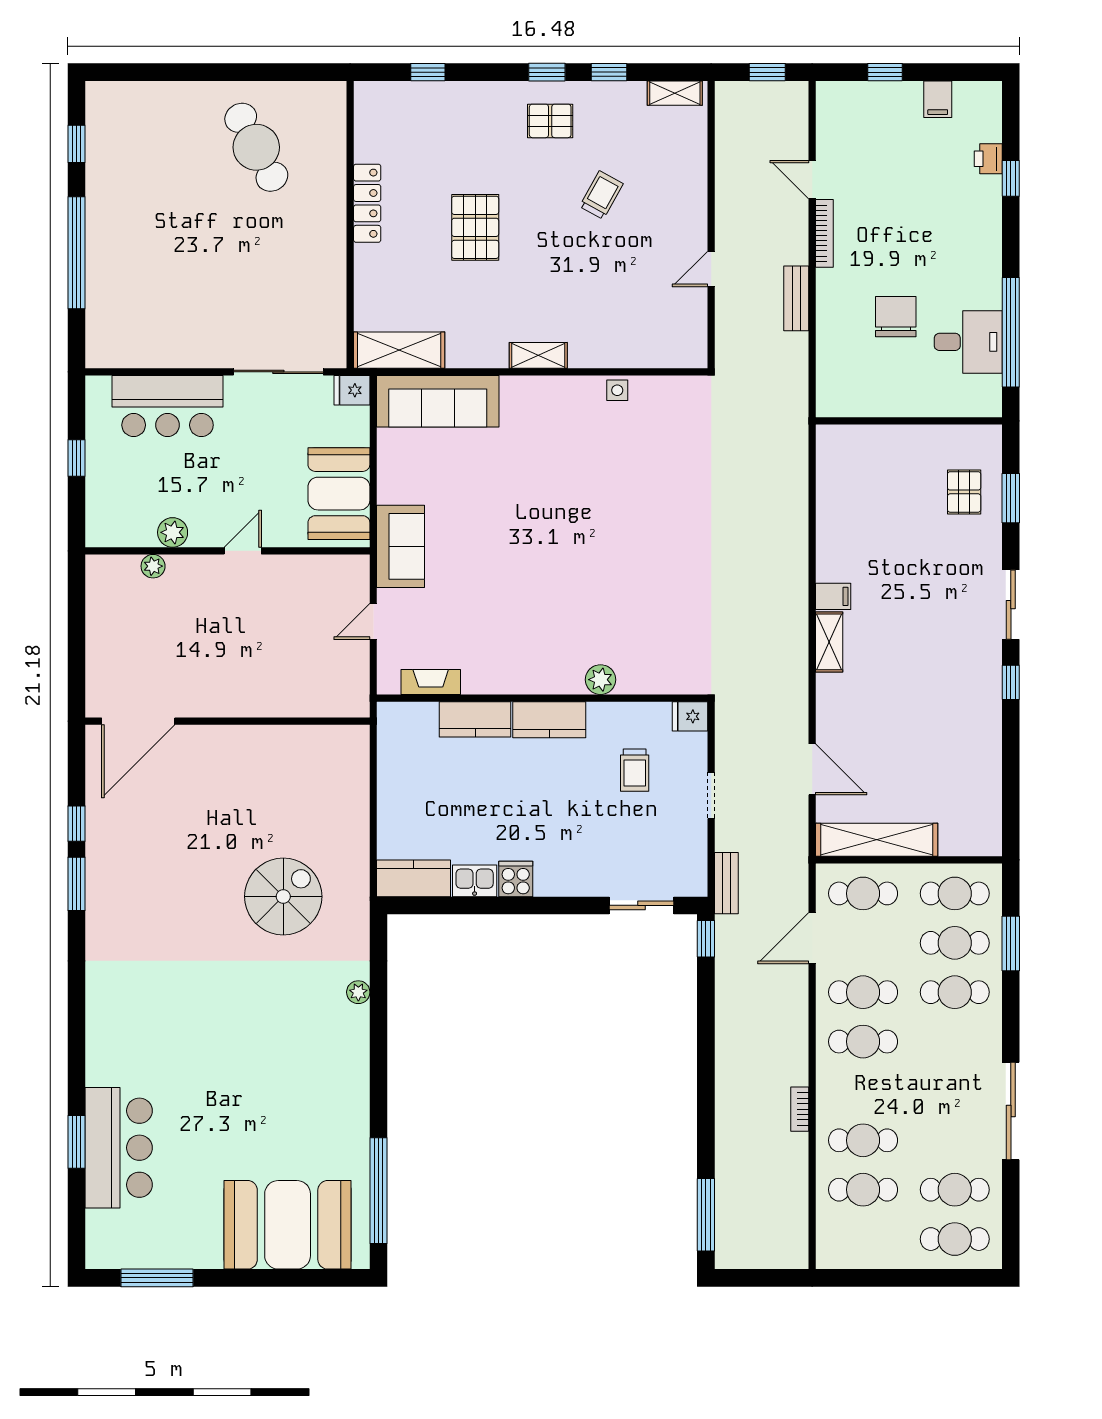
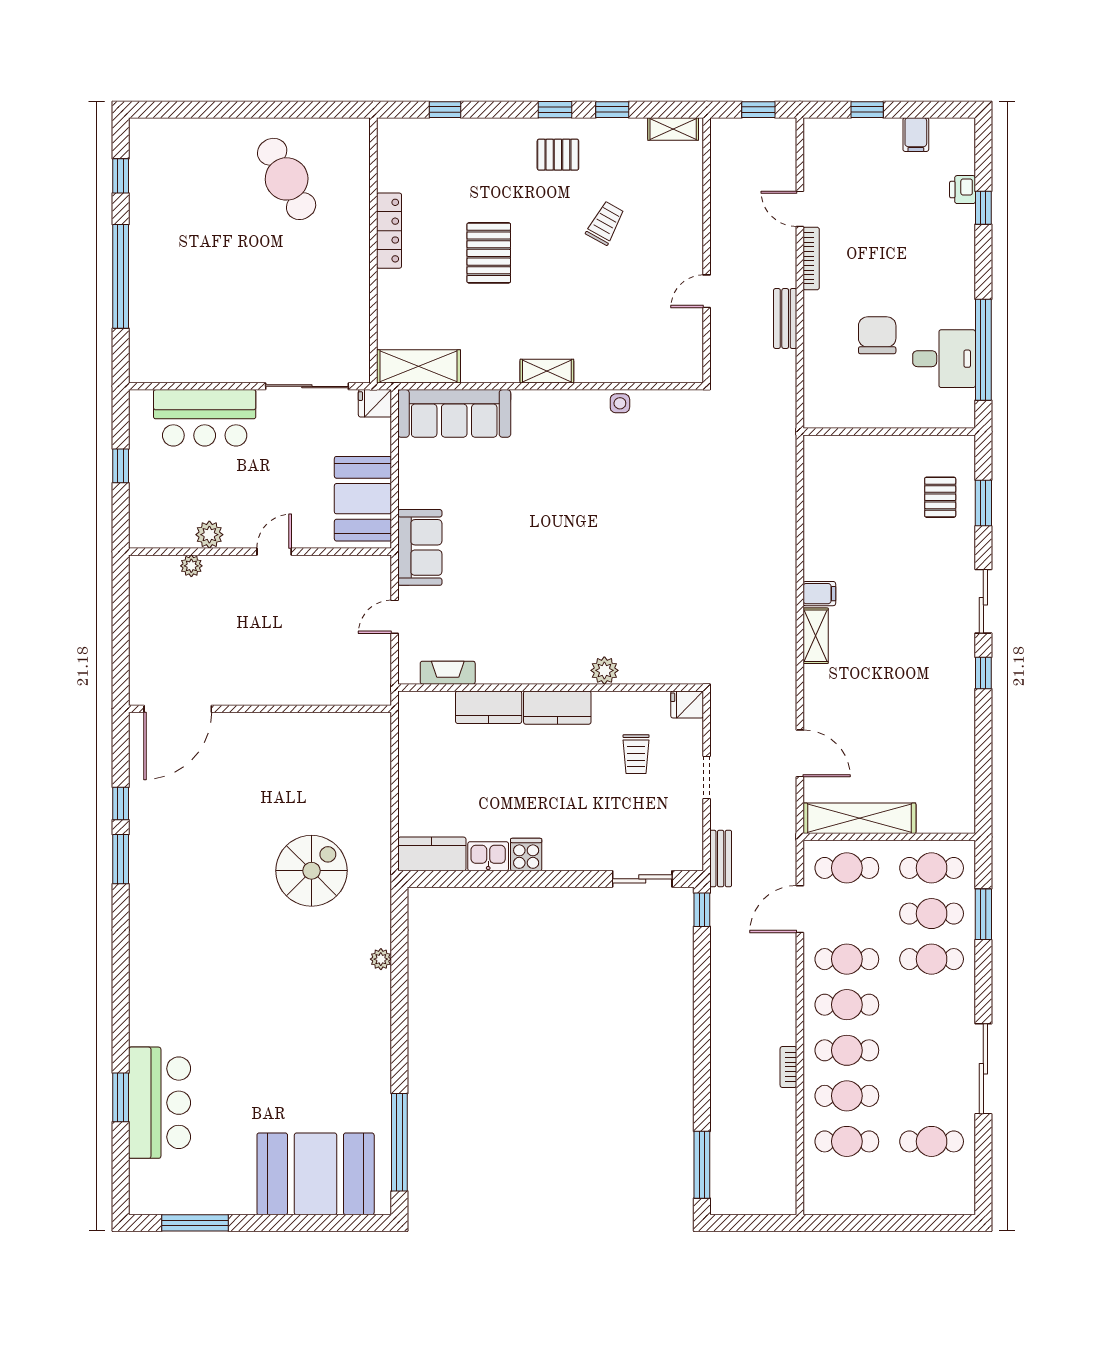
cafe table: (955, 1239) -> (847, 1050), moved

